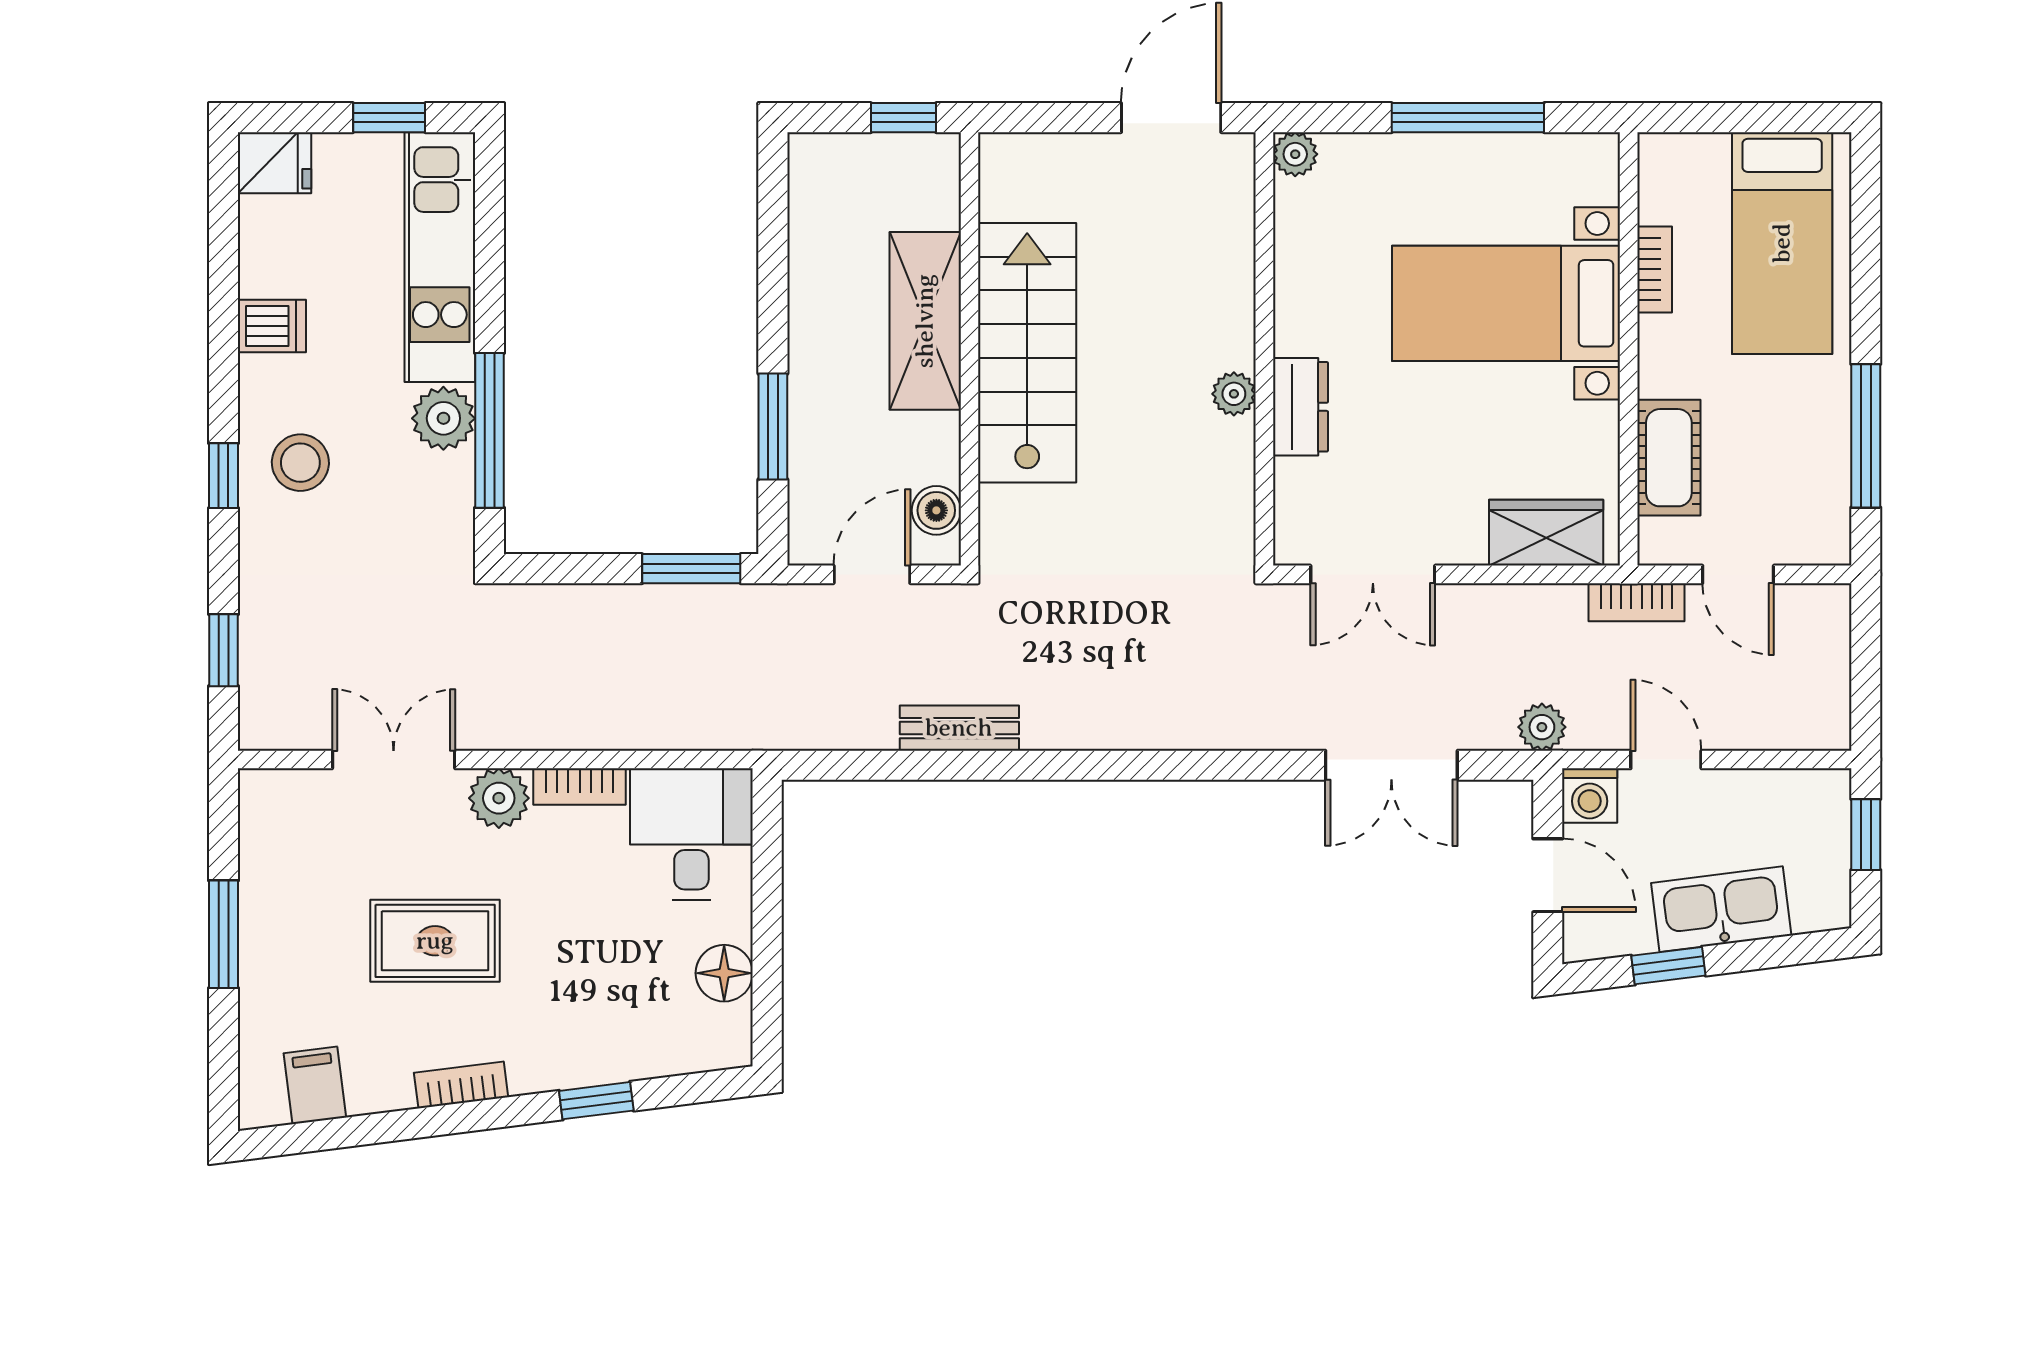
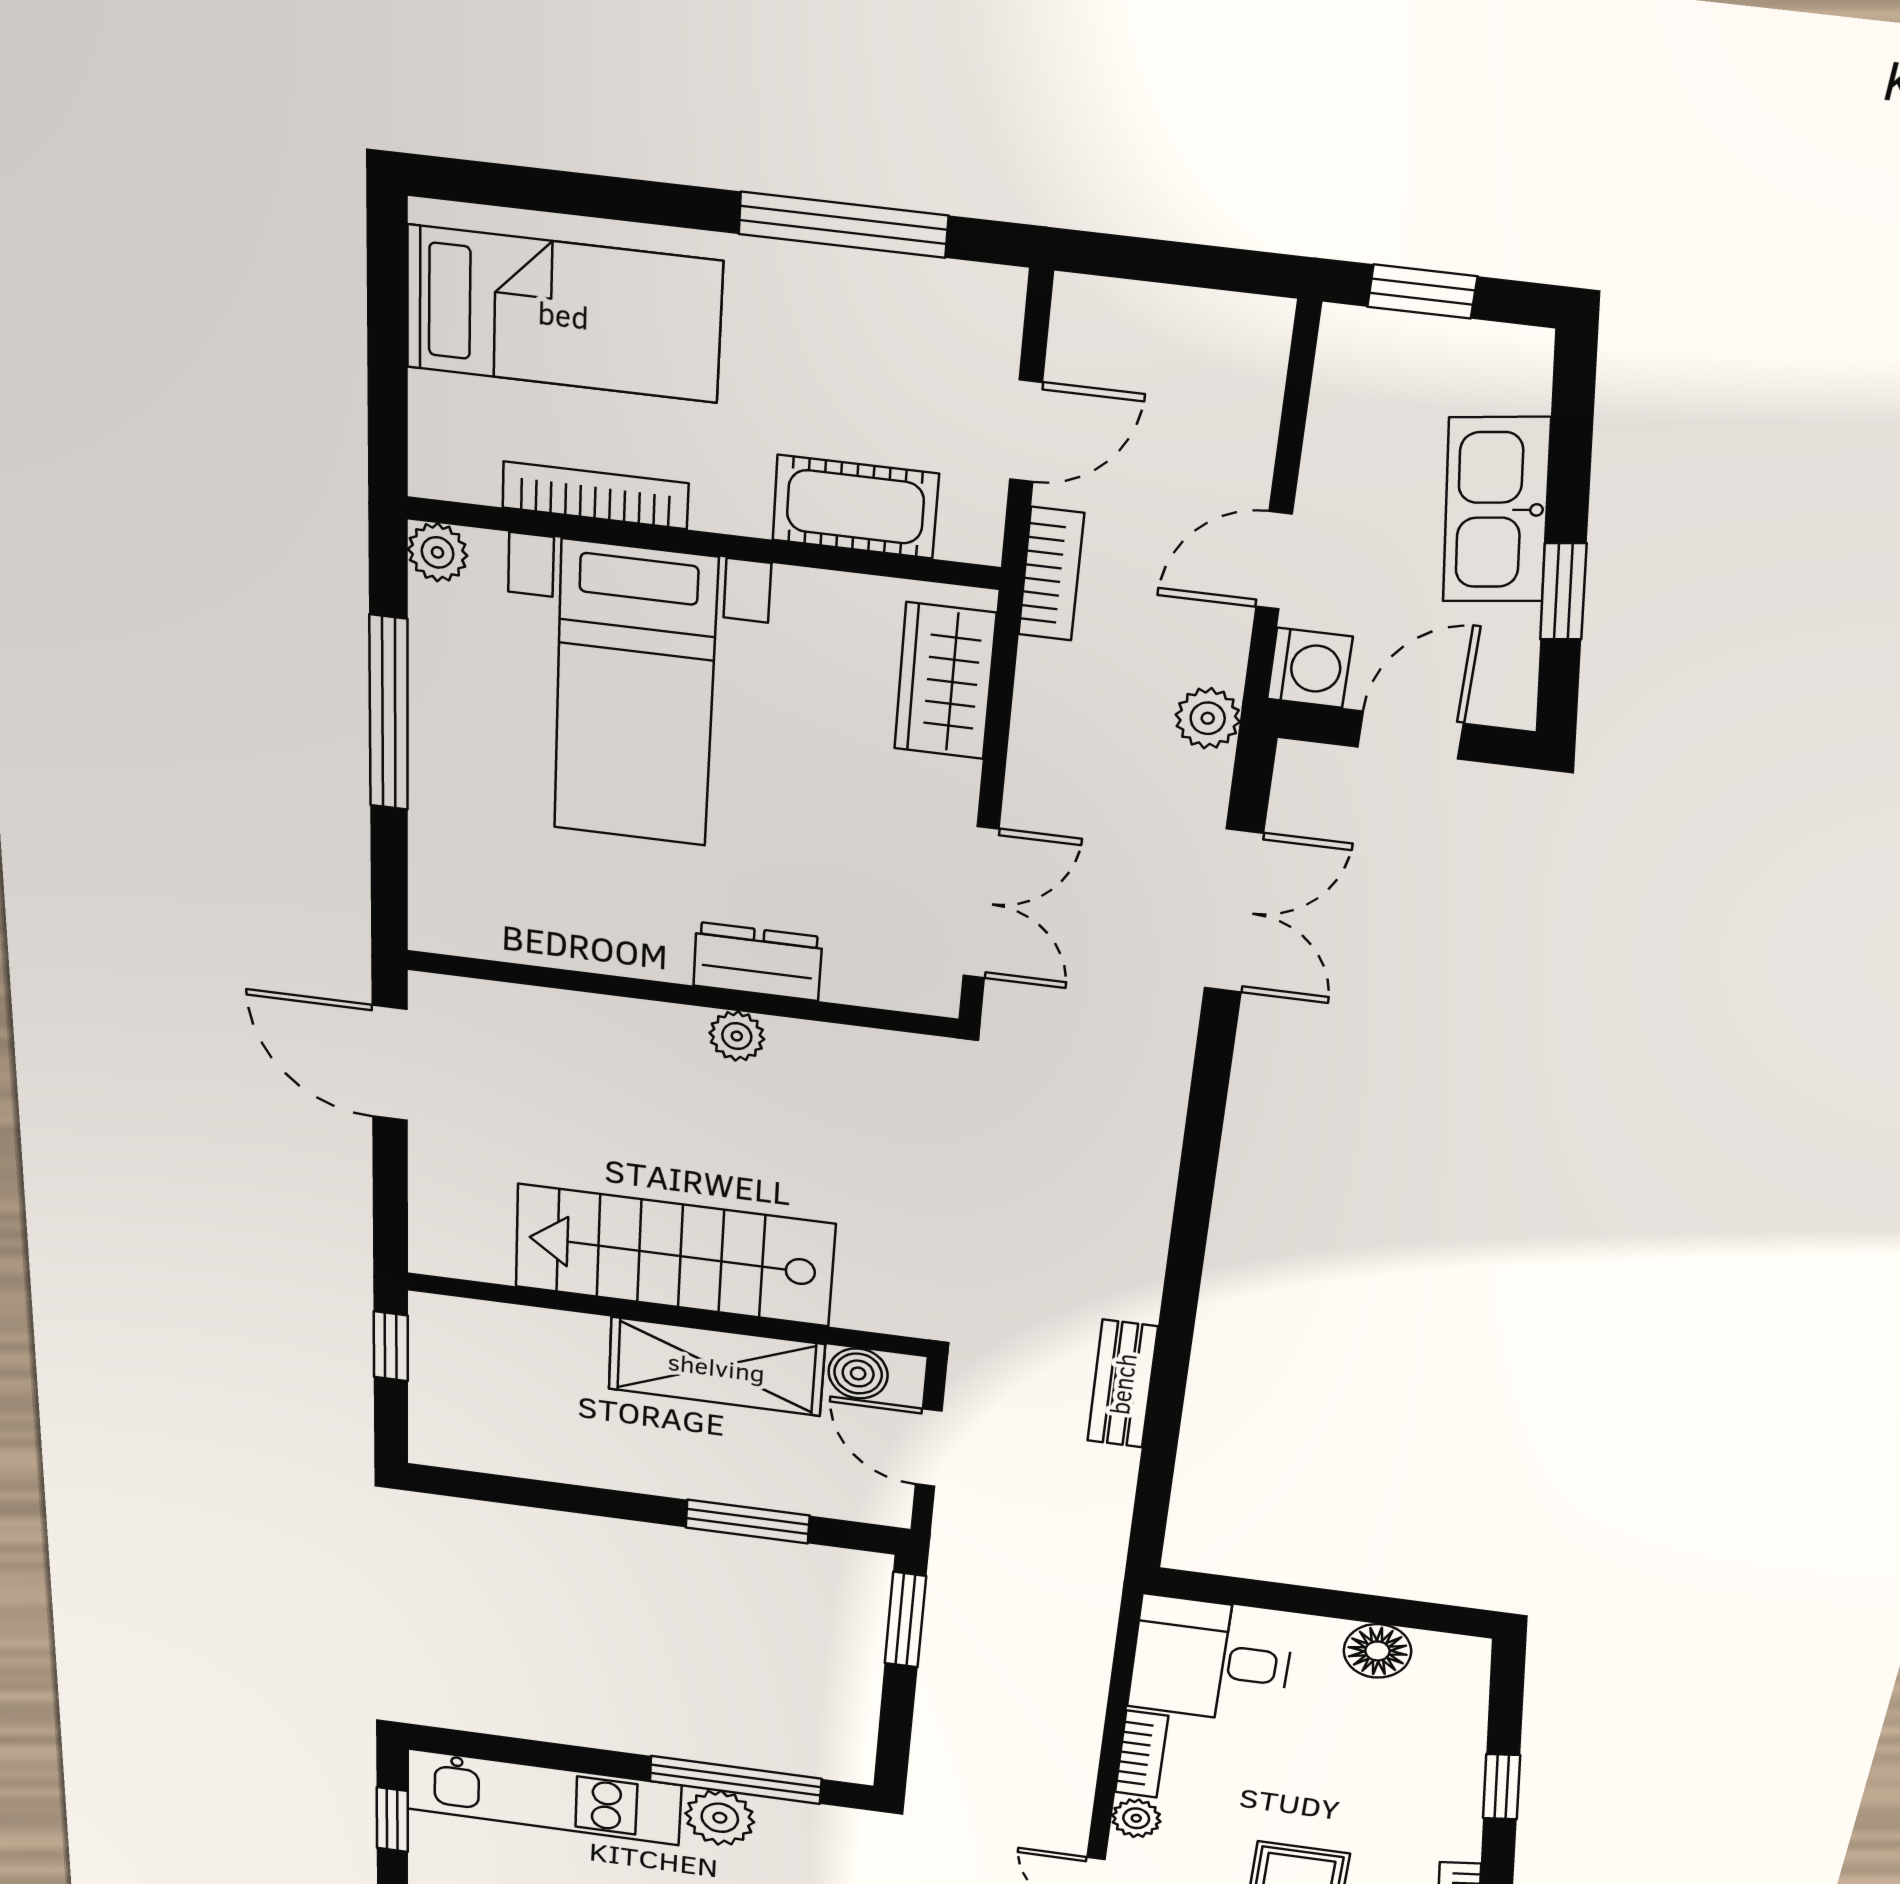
plant: (1295, 154) -> (438, 552), moved
bookcase: (1655, 269) -> (595, 495), width x1.56
shelving: (925, 321) -> (716, 1367), moved
plant: (499, 798) -> (1136, 1818), width x0.73, depth x0.73

